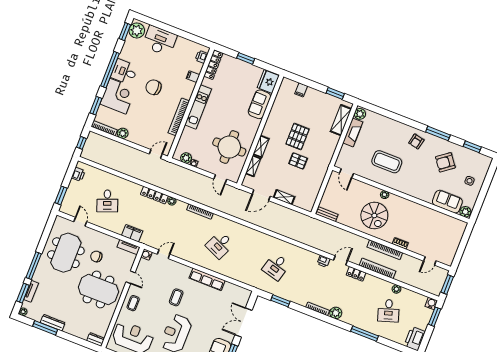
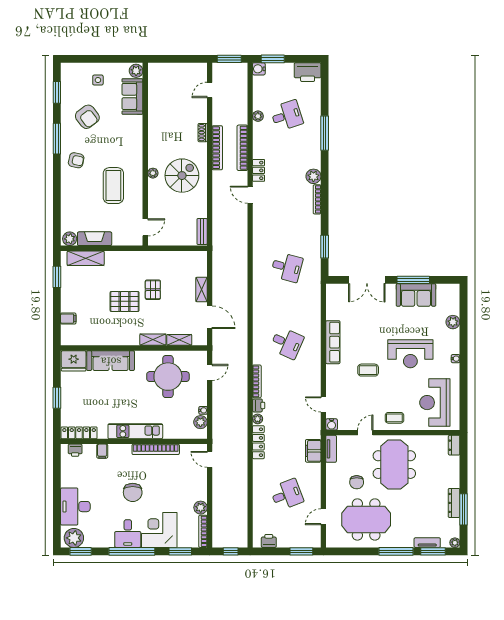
sofa: (259, 104) -> (111, 361), width x1.36
printer: (323, 261) -> (259, 405), moved
door: (430, 261) -> (210, 90), swing flipped

